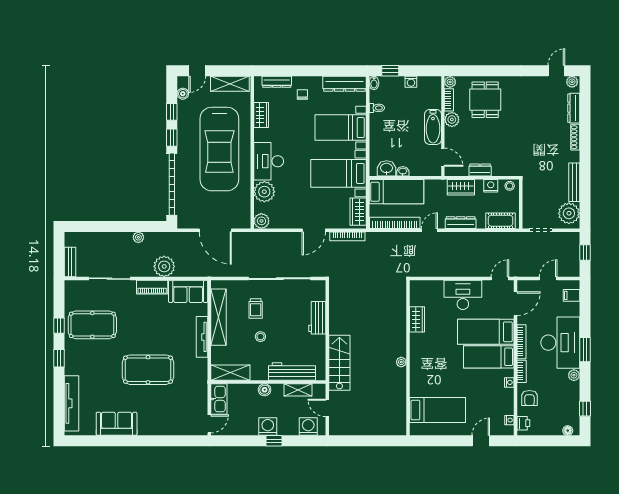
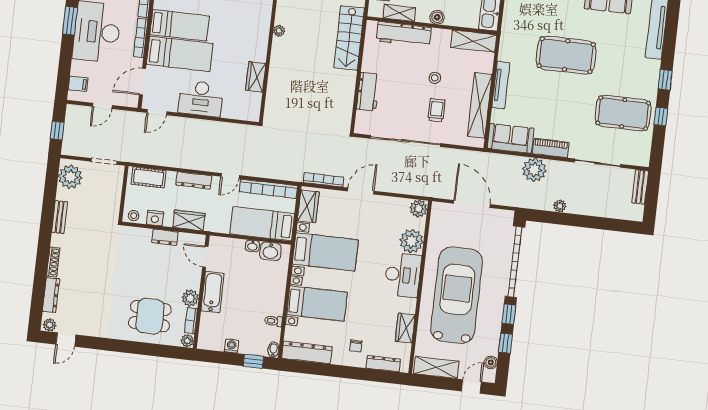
dining table: (485, 100) -> (150, 316), turned 90
bench: (574, 182) -> (60, 217), width x0.73

